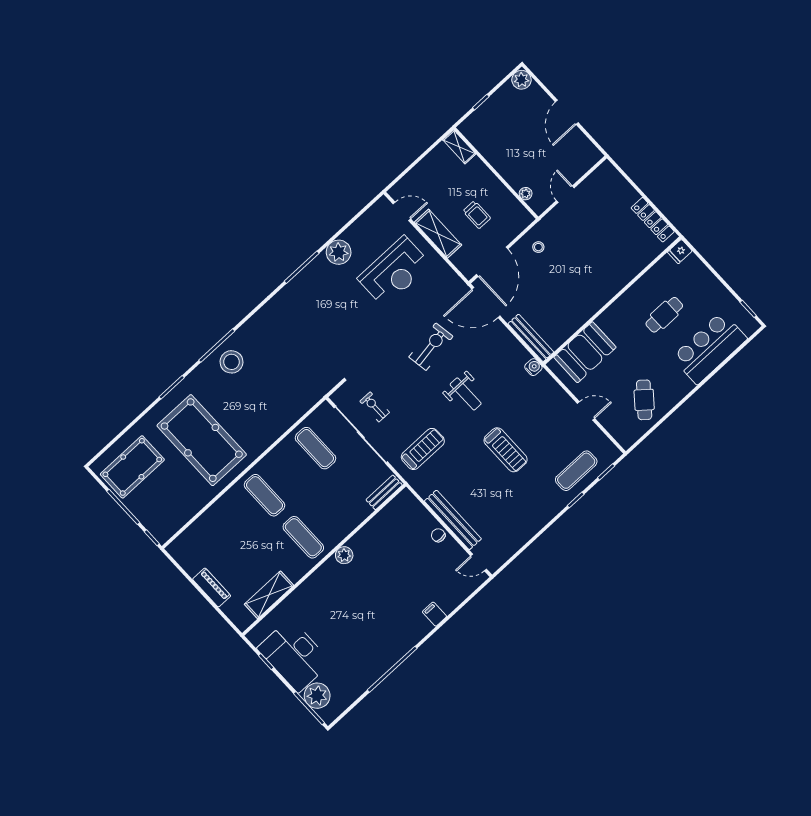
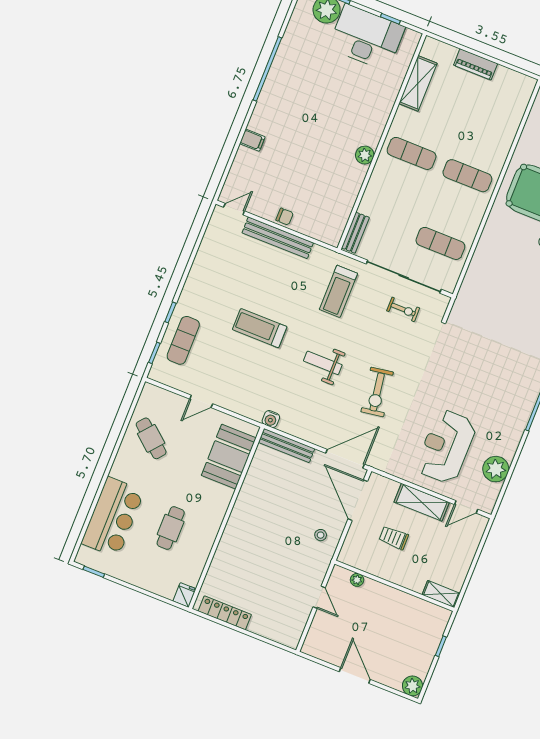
plant: (339, 252) -> (496, 469), moved

